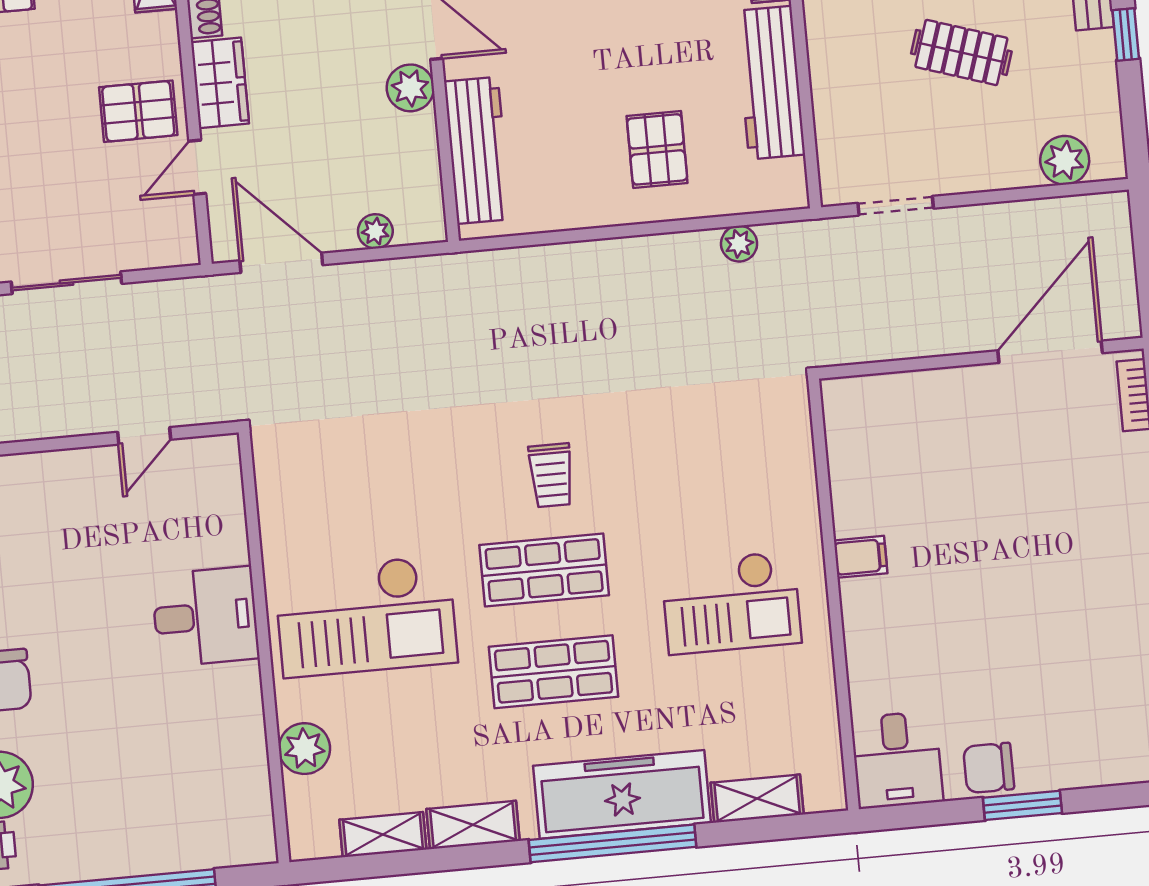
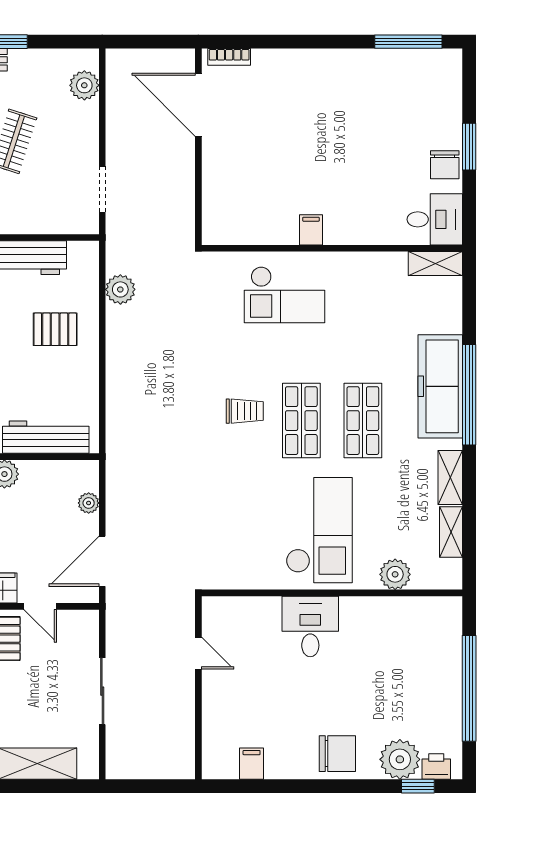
plant: (739, 244) -> (120, 289), width x1.38, depth x1.38
checkout: (731, 603) -> (284, 295), moved, turned 90
shelving: (757, 799) -> (435, 264), moved, turned 90

